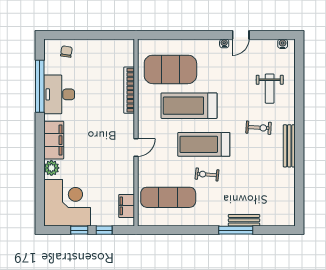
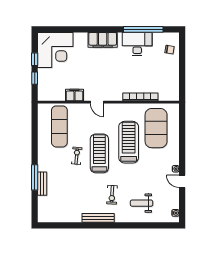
plant: (51, 168) -> (82, 38), removed
filing cabinet: (127, 206) -> (74, 95), moved

